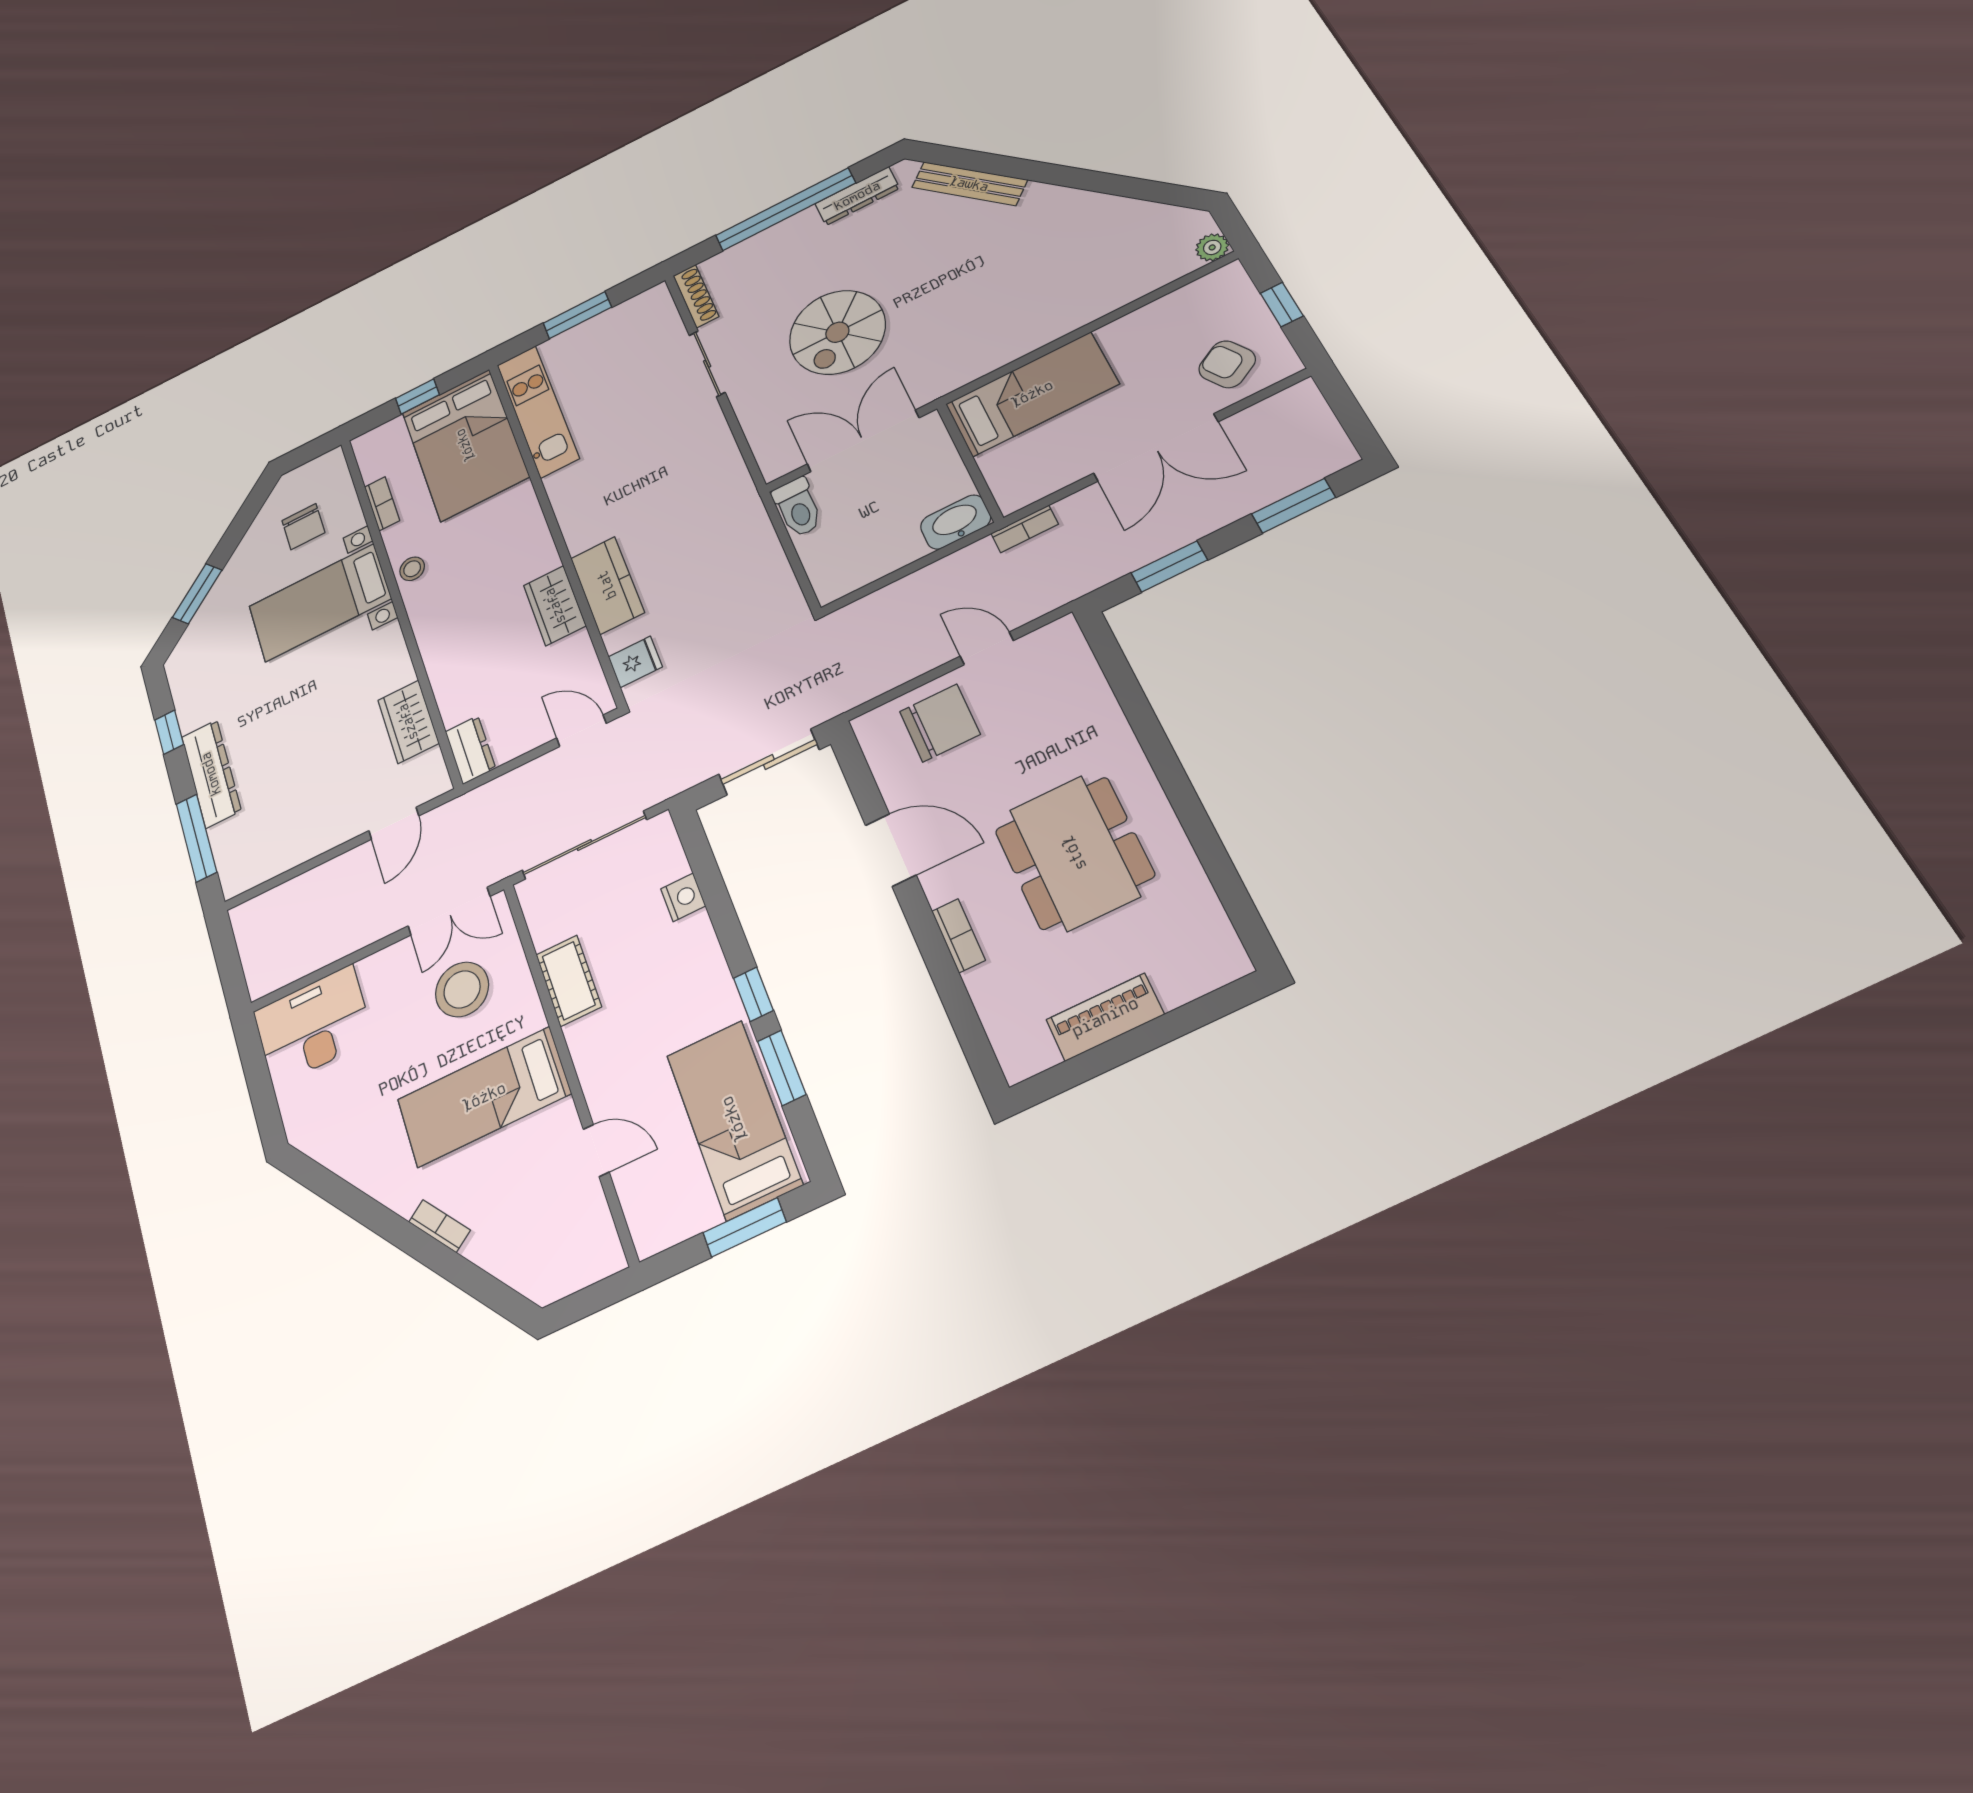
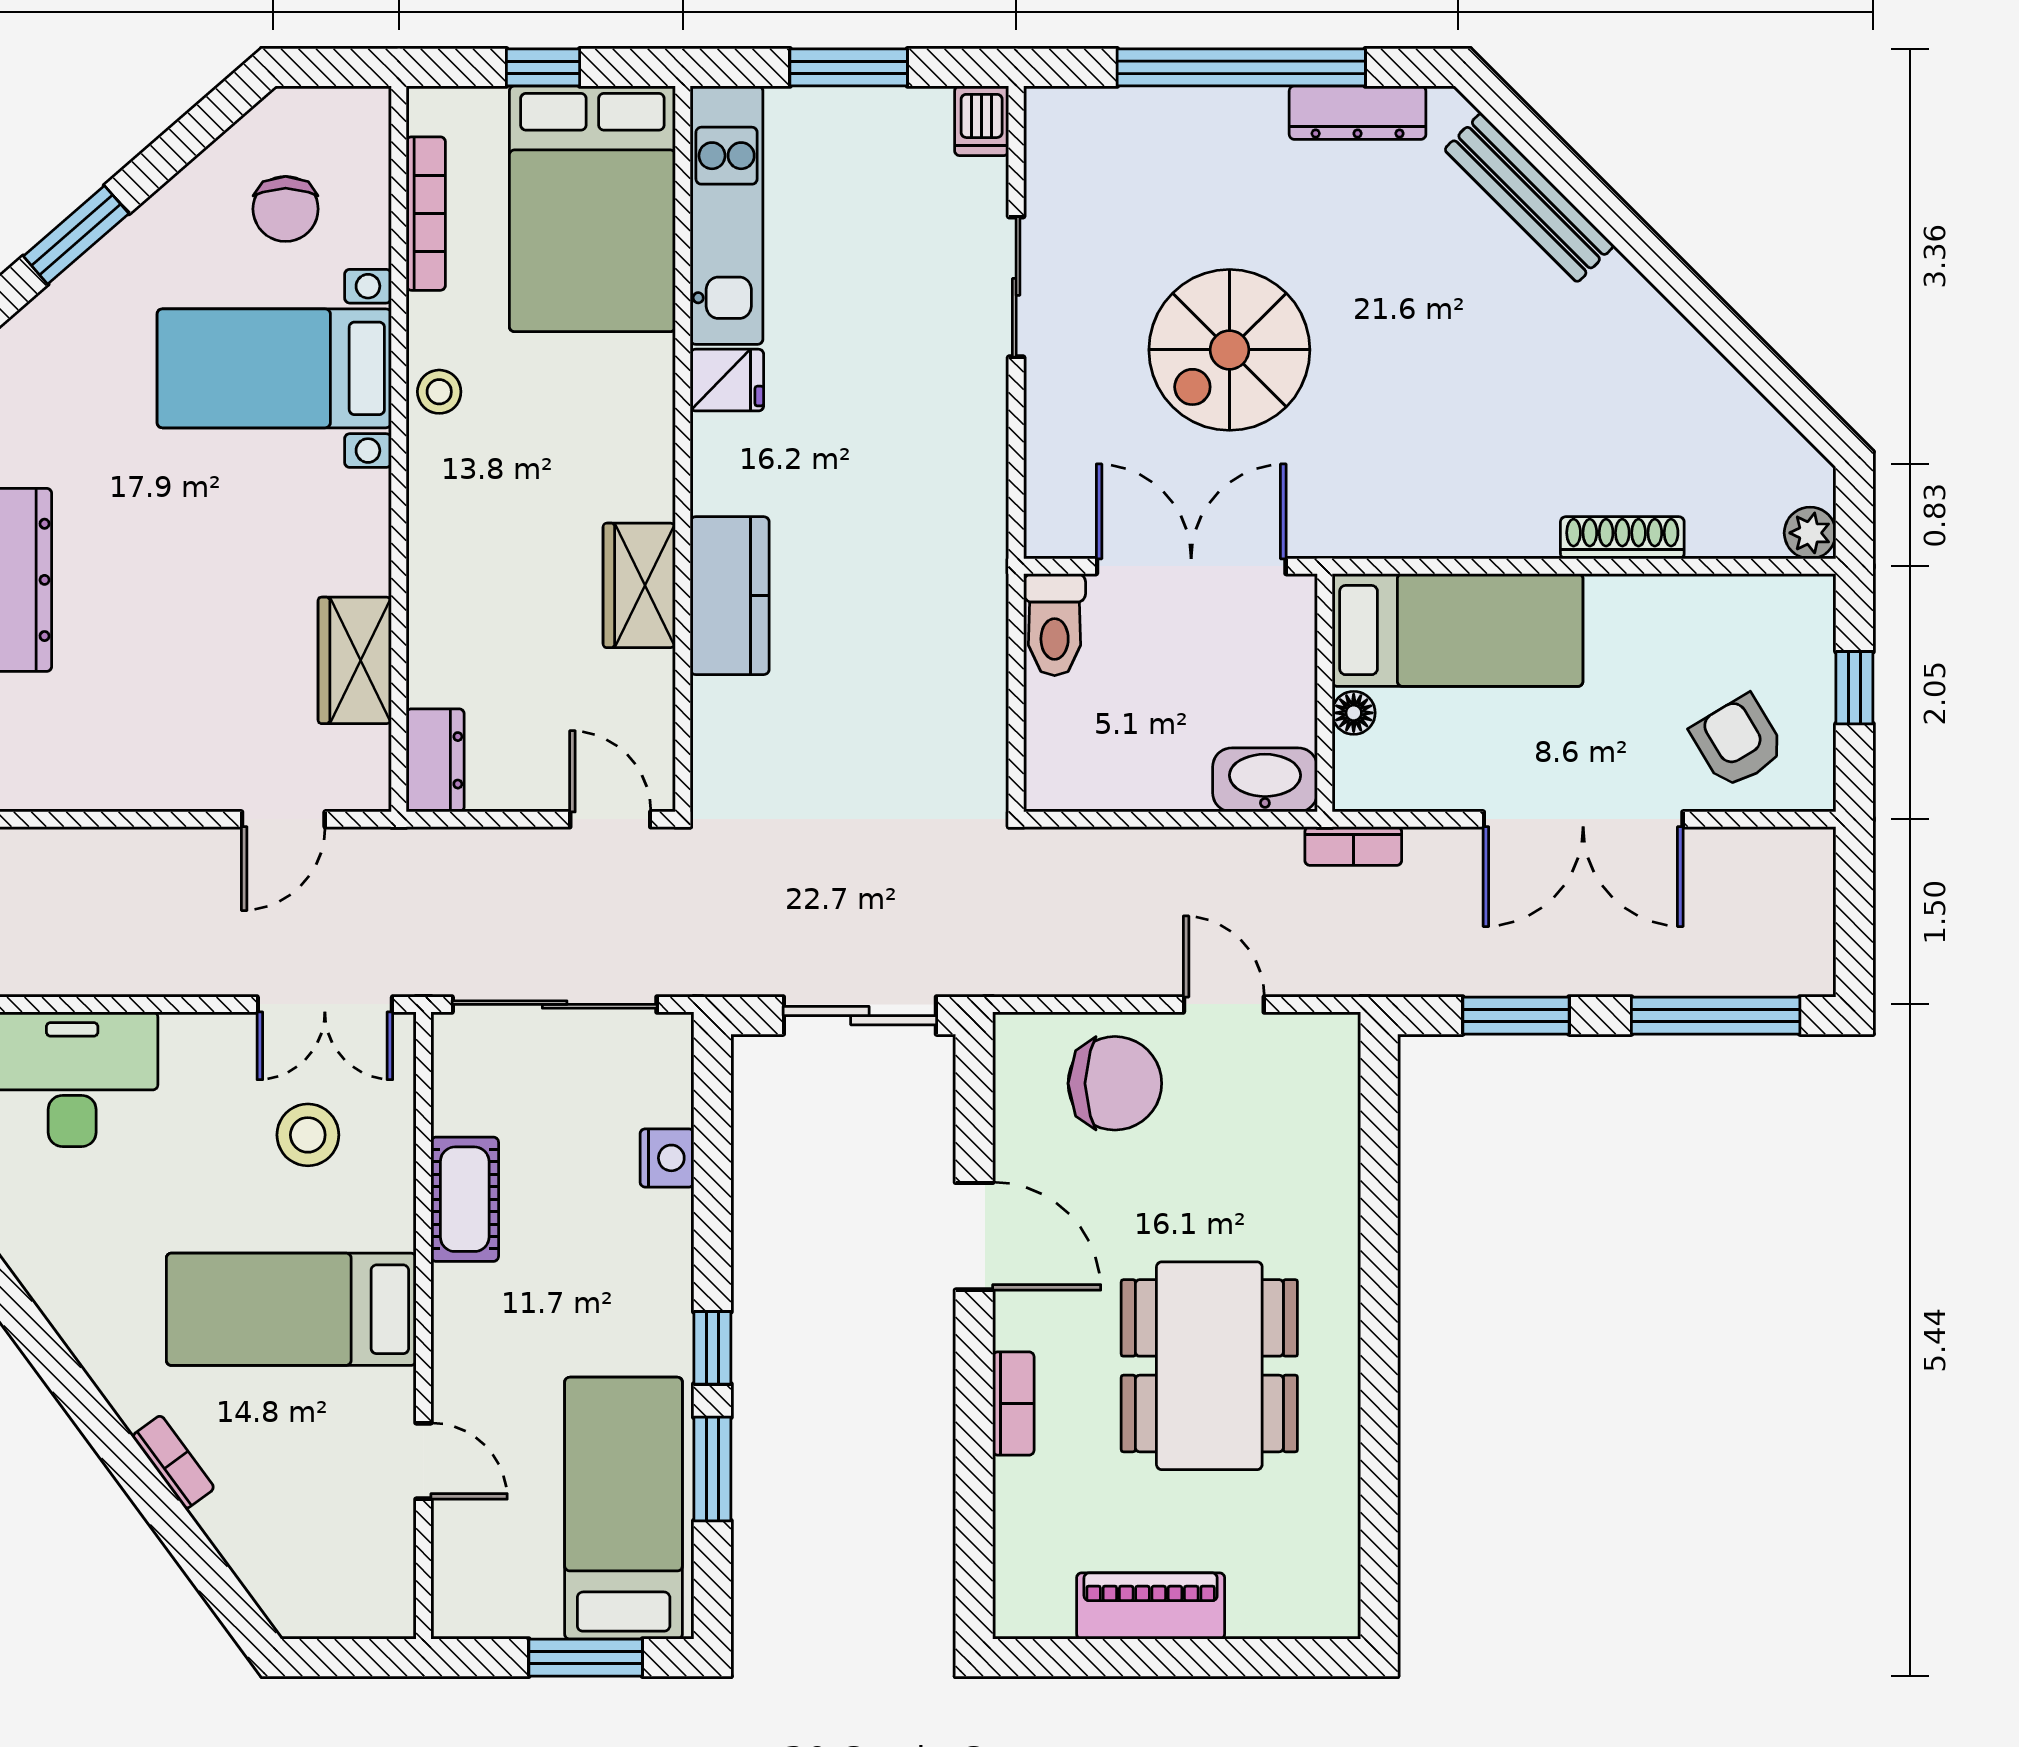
shoe rack: (696, 296) -> (1622, 538), moved, turned -90
dishwasher: (657, 302) -> (982, 121), added
floor lamp: (991, 464) -> (1354, 713), added
bookcase: (382, 504) -> (426, 214), width x1.56
window: (1293, 506) -> (1716, 1016), width x1.44
fridge: (635, 662) -> (727, 380), moved
stool: (462, 989) -> (308, 1135), width x0.73, depth x0.73

